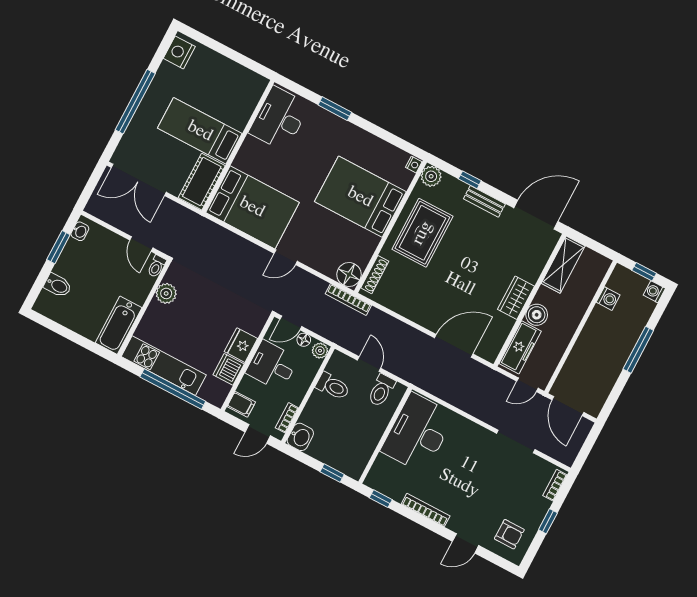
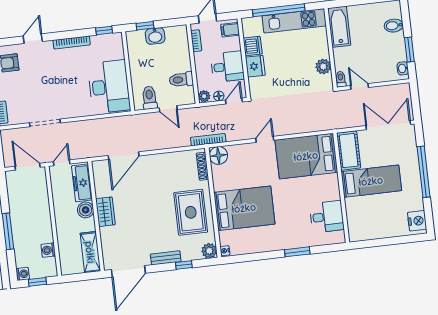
desk: (279, 119) -> (327, 217), width x0.73
washbasin: (300, 437) -> (155, 36), moved, turned -90

